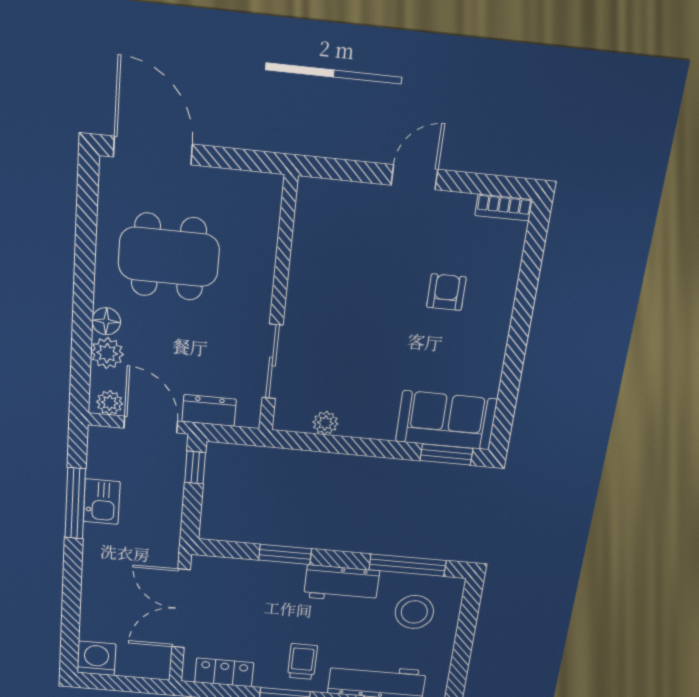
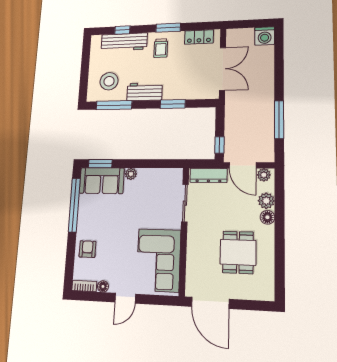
door: (153, 151) -> (210, 303), moved
floor lamp: (462, 204) -> (103, 286), added
corner sofa: (336, 252) -> (159, 260), added
dining table: (169, 257) -> (238, 252), width x0.73
armchair: (446, 292) -> (87, 249), moved, turned 180
window: (511, 376) -> (74, 205), added
dresser: (209, 410) -> (209, 175), width x1.44
plant: (325, 423) -> (131, 174), moved
kitchen sink: (102, 502) -> (266, 122), removed

